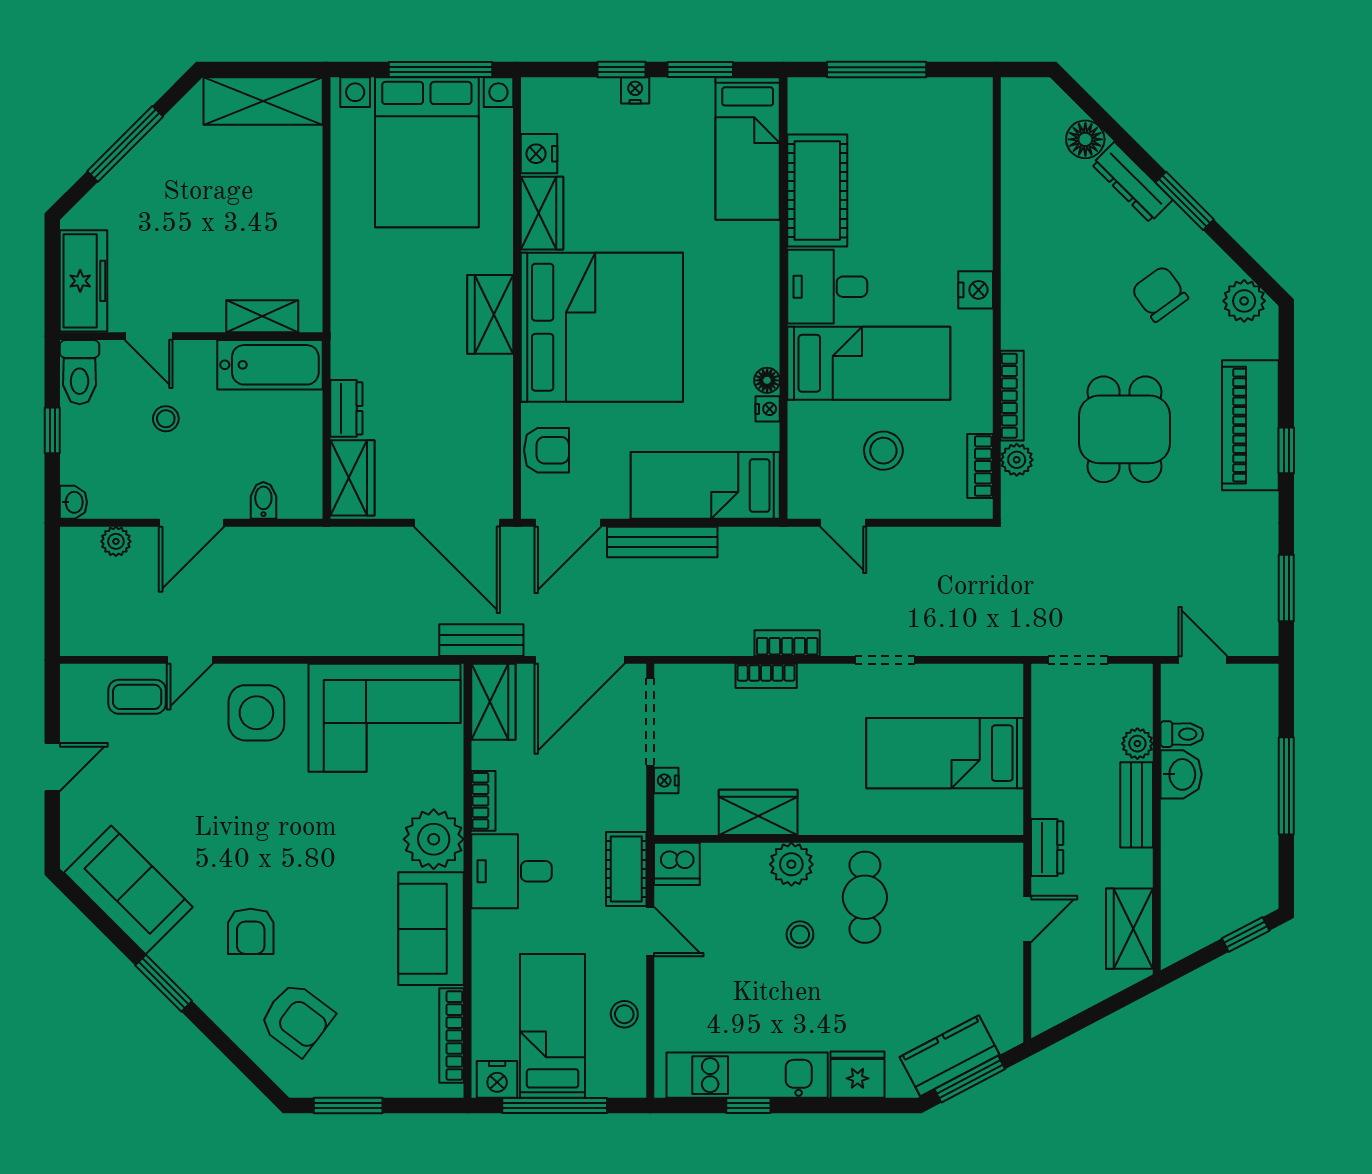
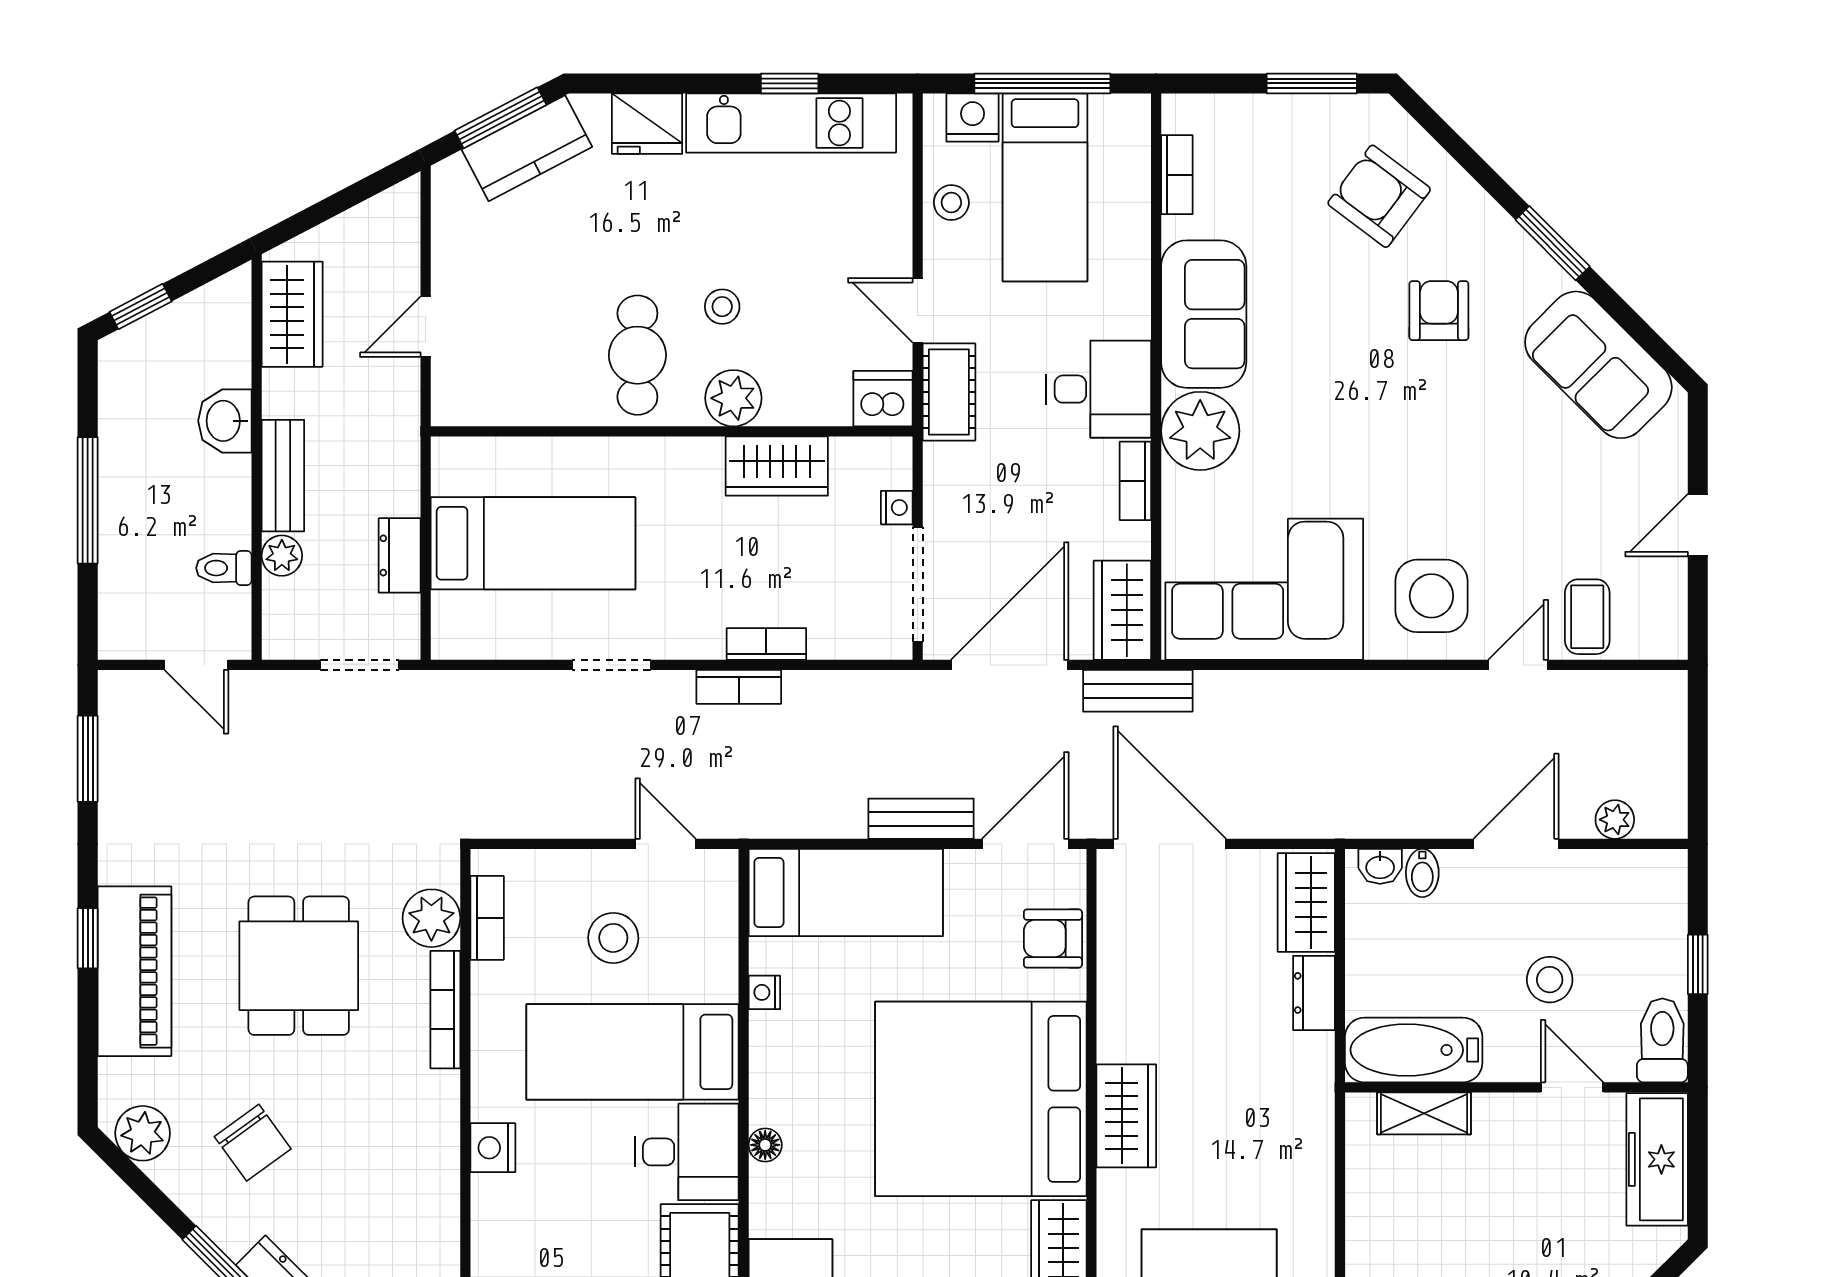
floor lamp: (767, 380) -> (765, 1145), moved
stool: (166, 419) -> (1550, 980), width x1.37, depth x1.37
plant: (1017, 460) -> (431, 918), width x1.38, depth x1.38
washbasin: (73, 502) -> (1380, 866), moved, turned -90
bench: (662, 542) -> (921, 819), width x0.73
coffee table: (137, 697) -> (1587, 617), turned 90
washbasin: (1181, 774) -> (225, 421), moved
dresser: (1047, 847) -> (400, 555), moved
bookcase: (452, 1036) -> (1177, 175), width x0.64
nightstand: (497, 1079) -> (973, 118), moved

